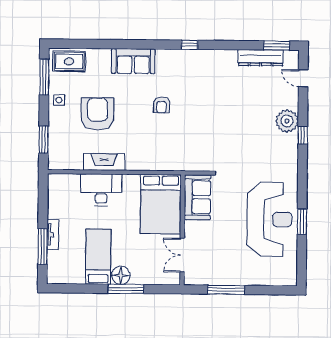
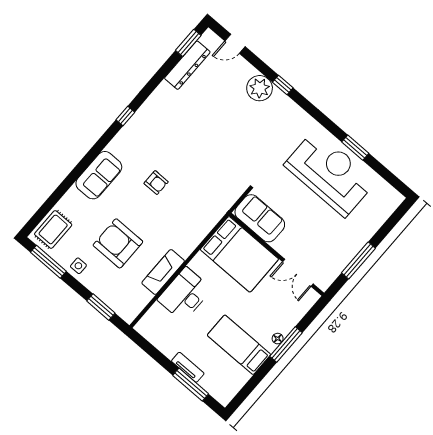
floor lamp: (121, 275) -> (278, 339), width x0.53, depth x0.53

